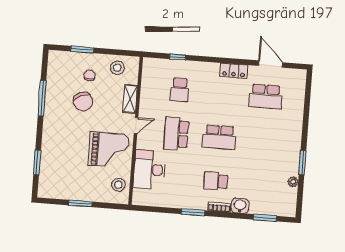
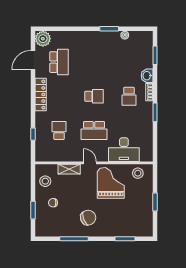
locker: (234, 71) -> (41, 95), width x1.53
plant: (297, 78) -> (43, 39), added
school desk: (180, 90) -> (59, 130), turned -90
chair: (83, 101) -> (88, 218), moved
school desk: (219, 137) -> (94, 96), width x0.54

